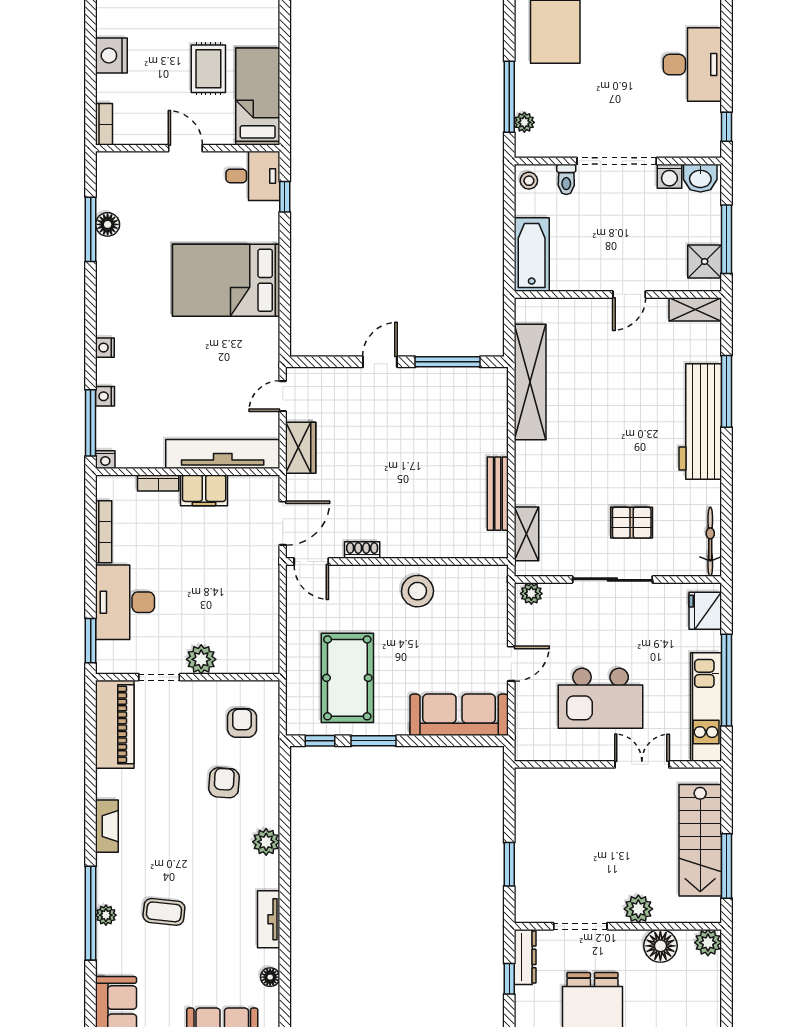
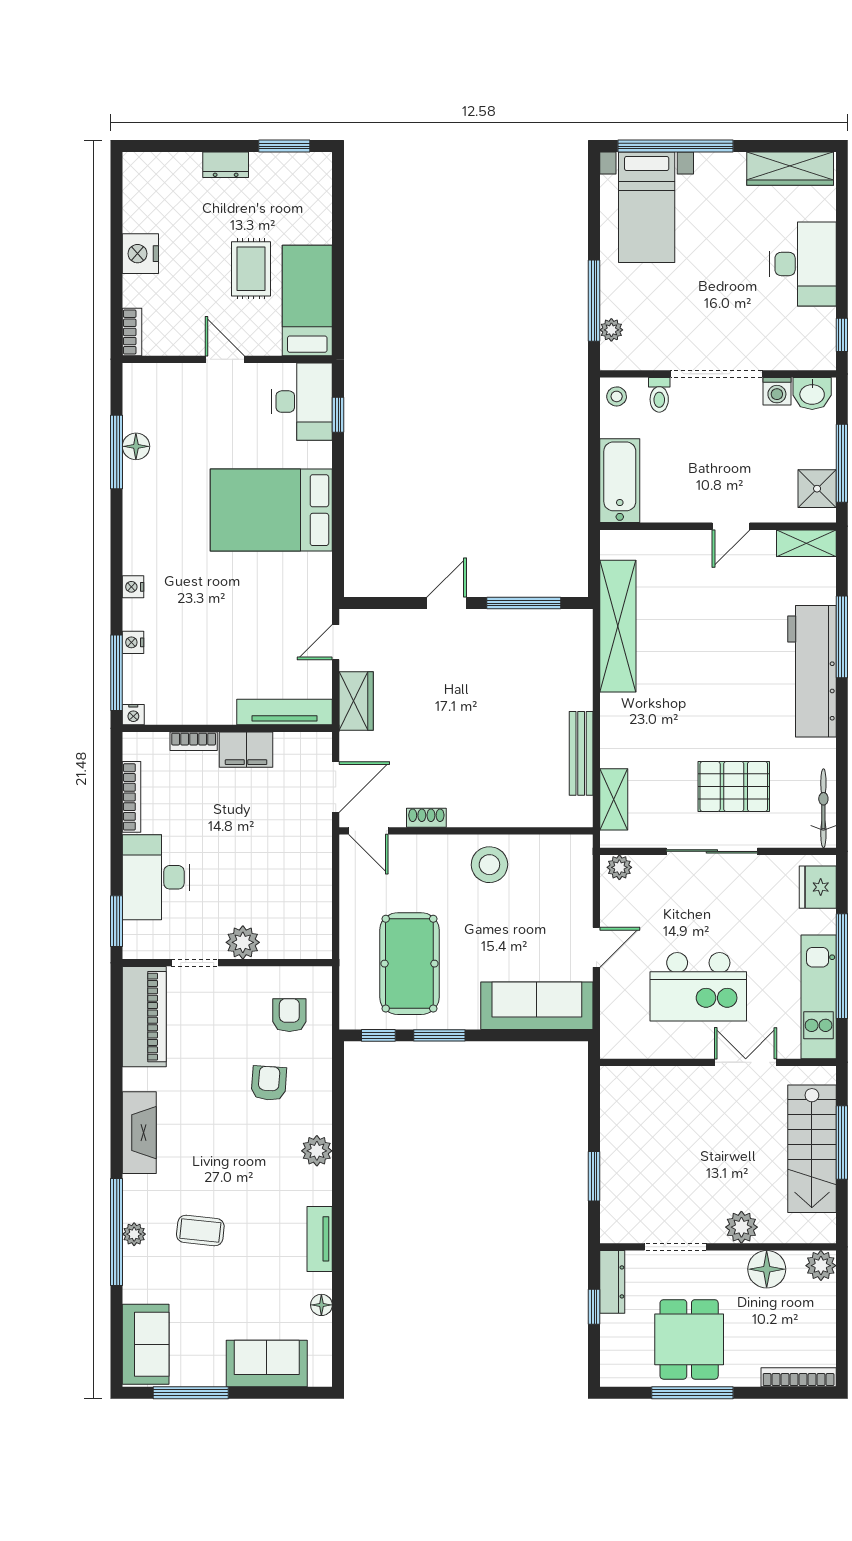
desk: (253, 176) -> (302, 402), width x1.37
tv unit: (223, 454) -> (285, 712), width x0.73, depth x0.78
pallet: (632, 523) -> (734, 787), width x1.50, depth x1.42
fireplace: (107, 826) -> (139, 1133), width x1.37, depth x1.32
window: (726, 866) -> (842, 1142), moved

